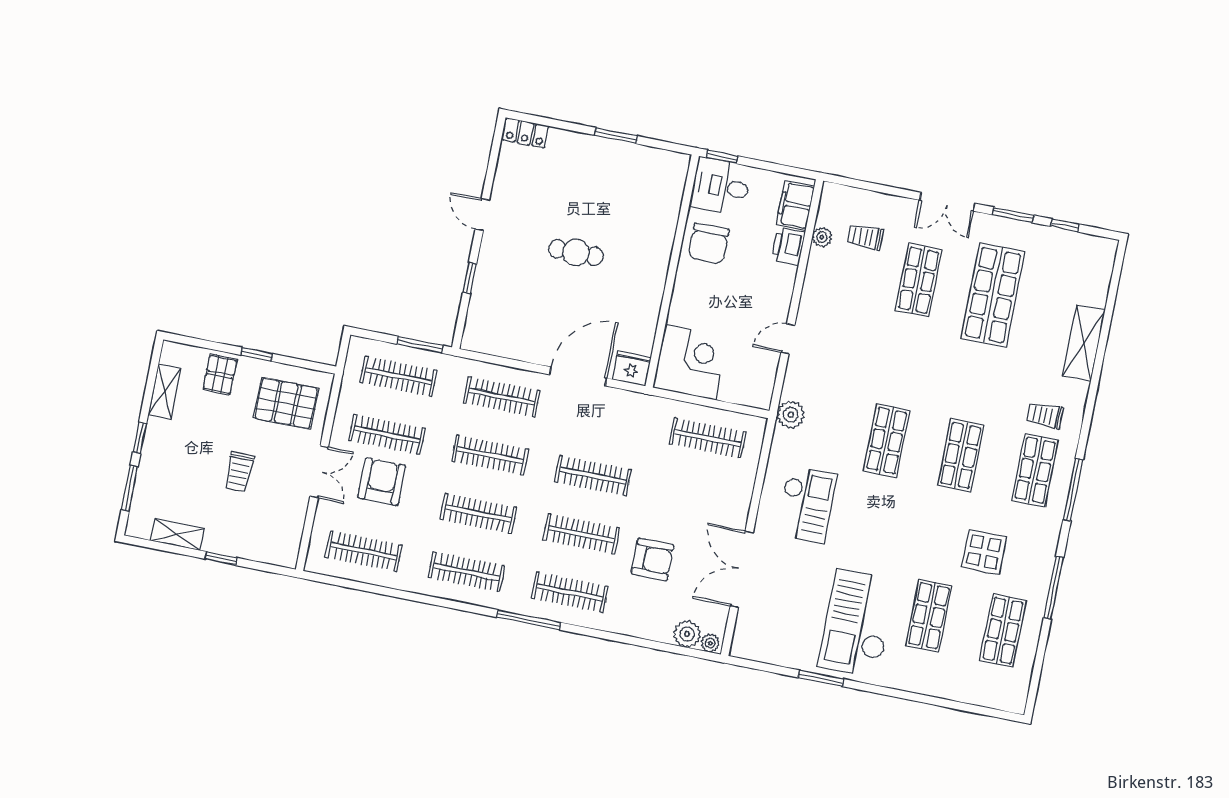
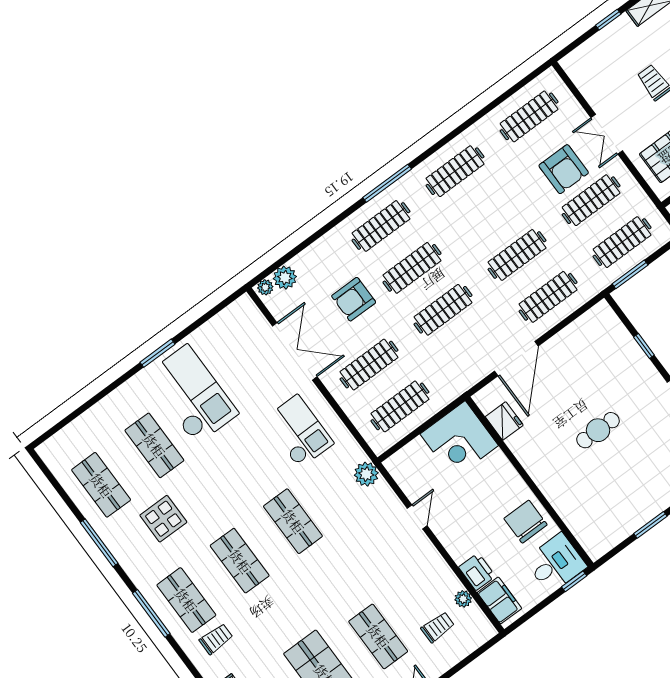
fridge: (632, 368) -> (504, 421), moved, turned -90
checkout: (807, 505) -> (299, 431), turned 180
clothes rail: (478, 513) -> (369, 365), moved
window: (821, 678) -> (157, 353), moved

